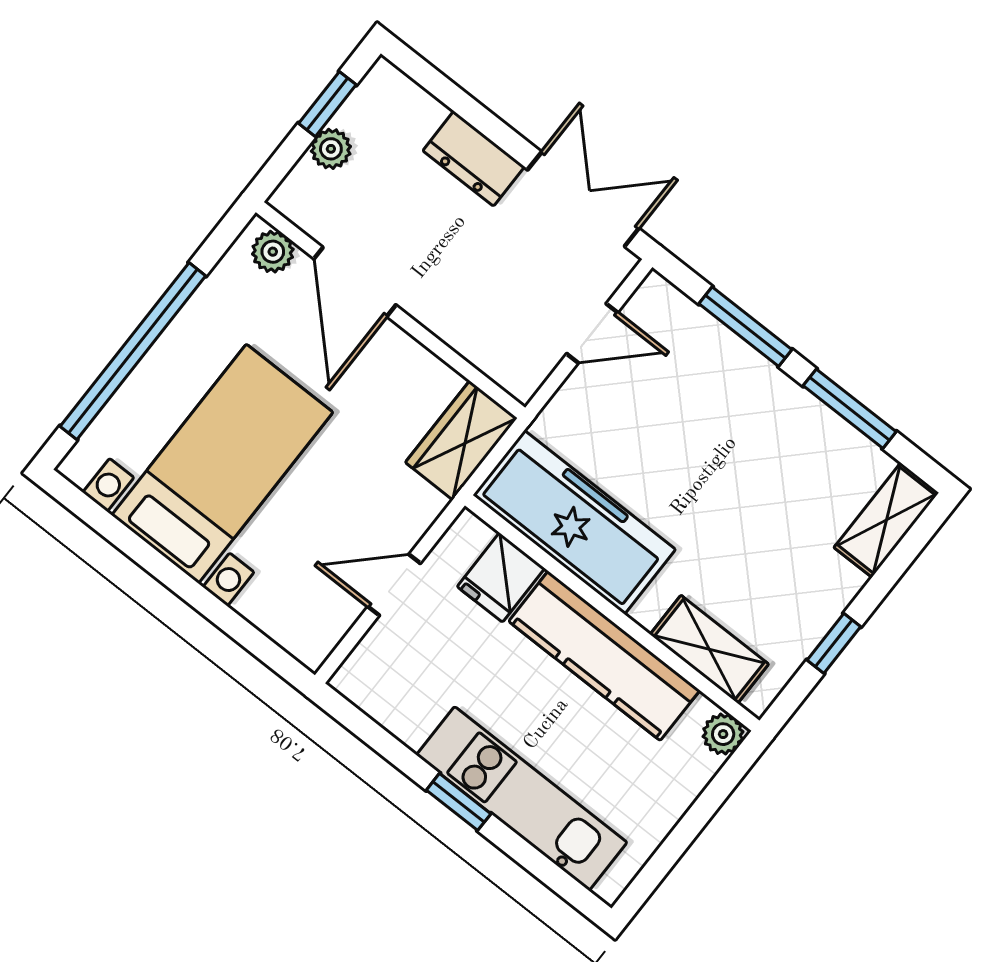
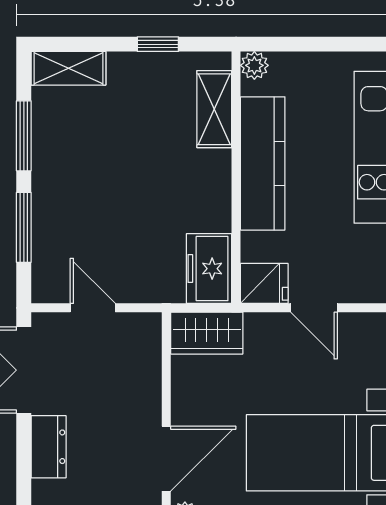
freezer: (574, 522) -> (209, 269), width x0.52, depth x0.79
fridge: (501, 577) -> (264, 283), moved

